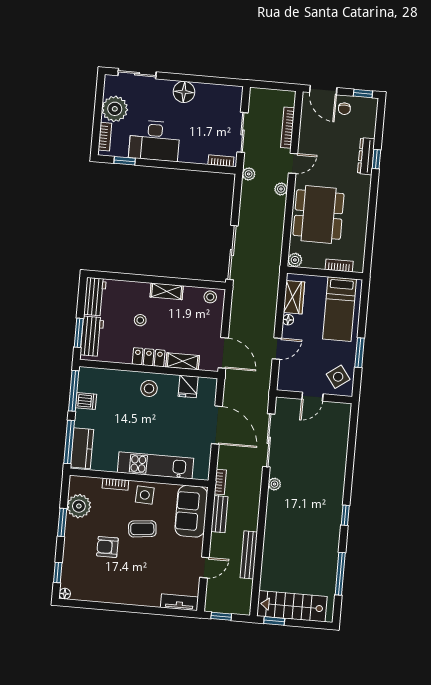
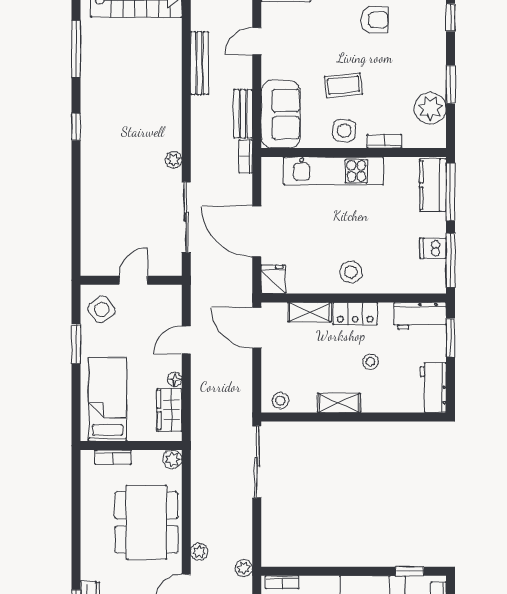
workbench: (92, 336) -> (420, 316), moved, turned -90
fridge: (188, 387) -> (273, 279), moved
armchair: (107, 547) -> (375, 20), moved

